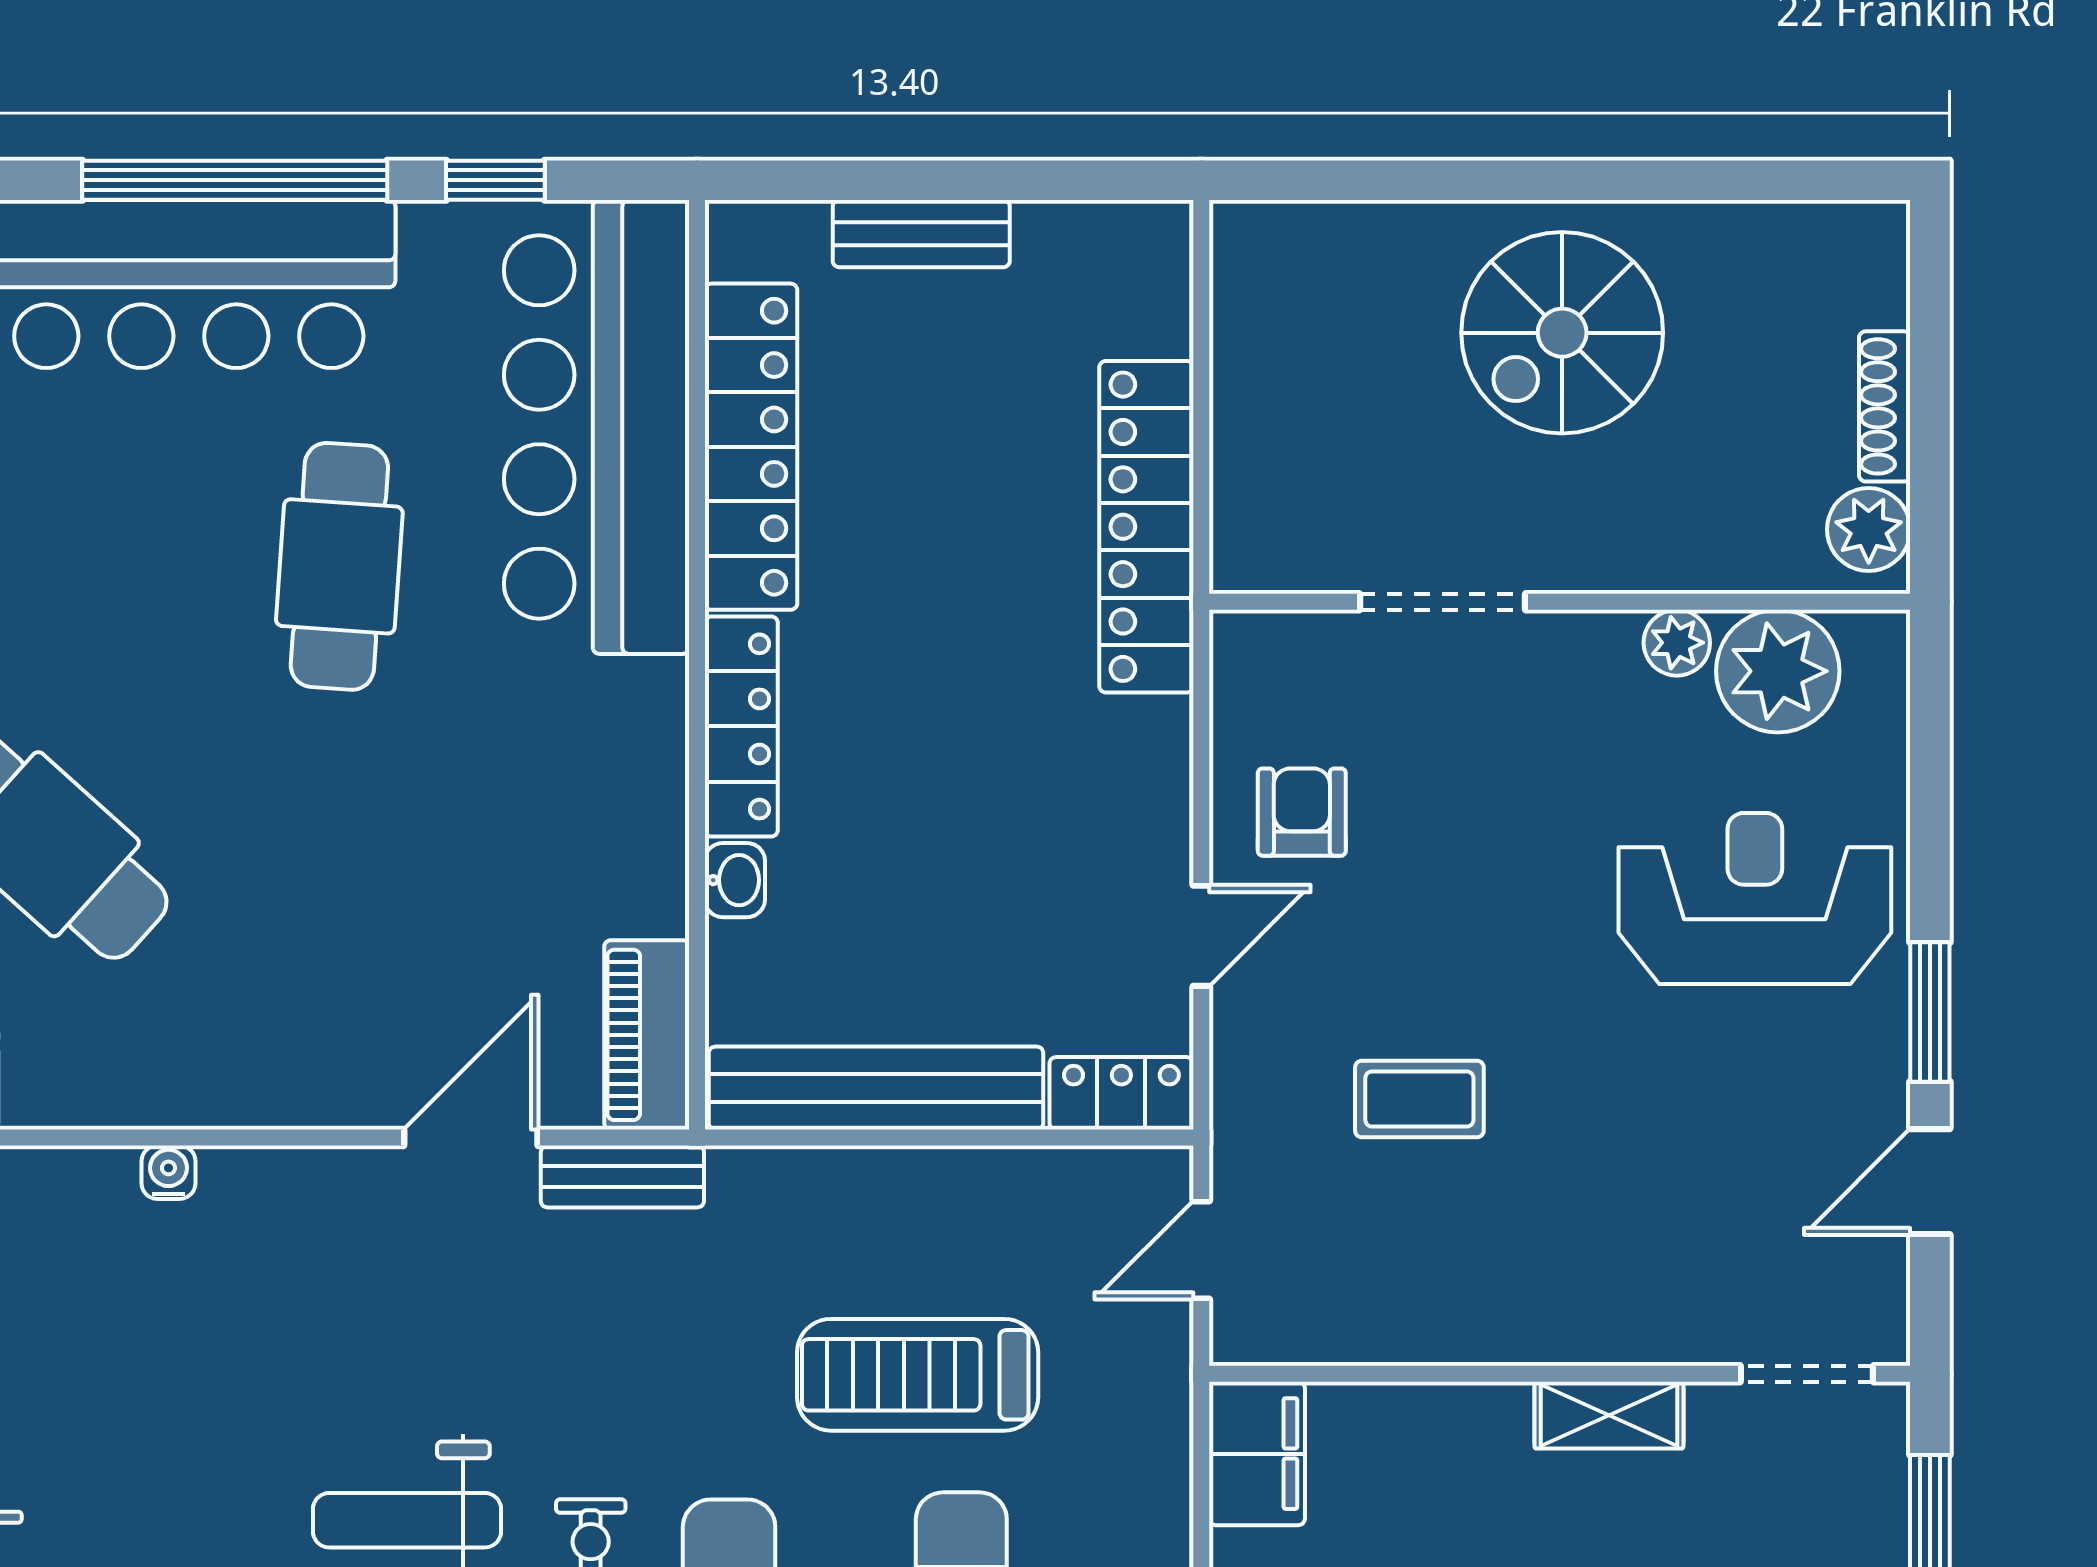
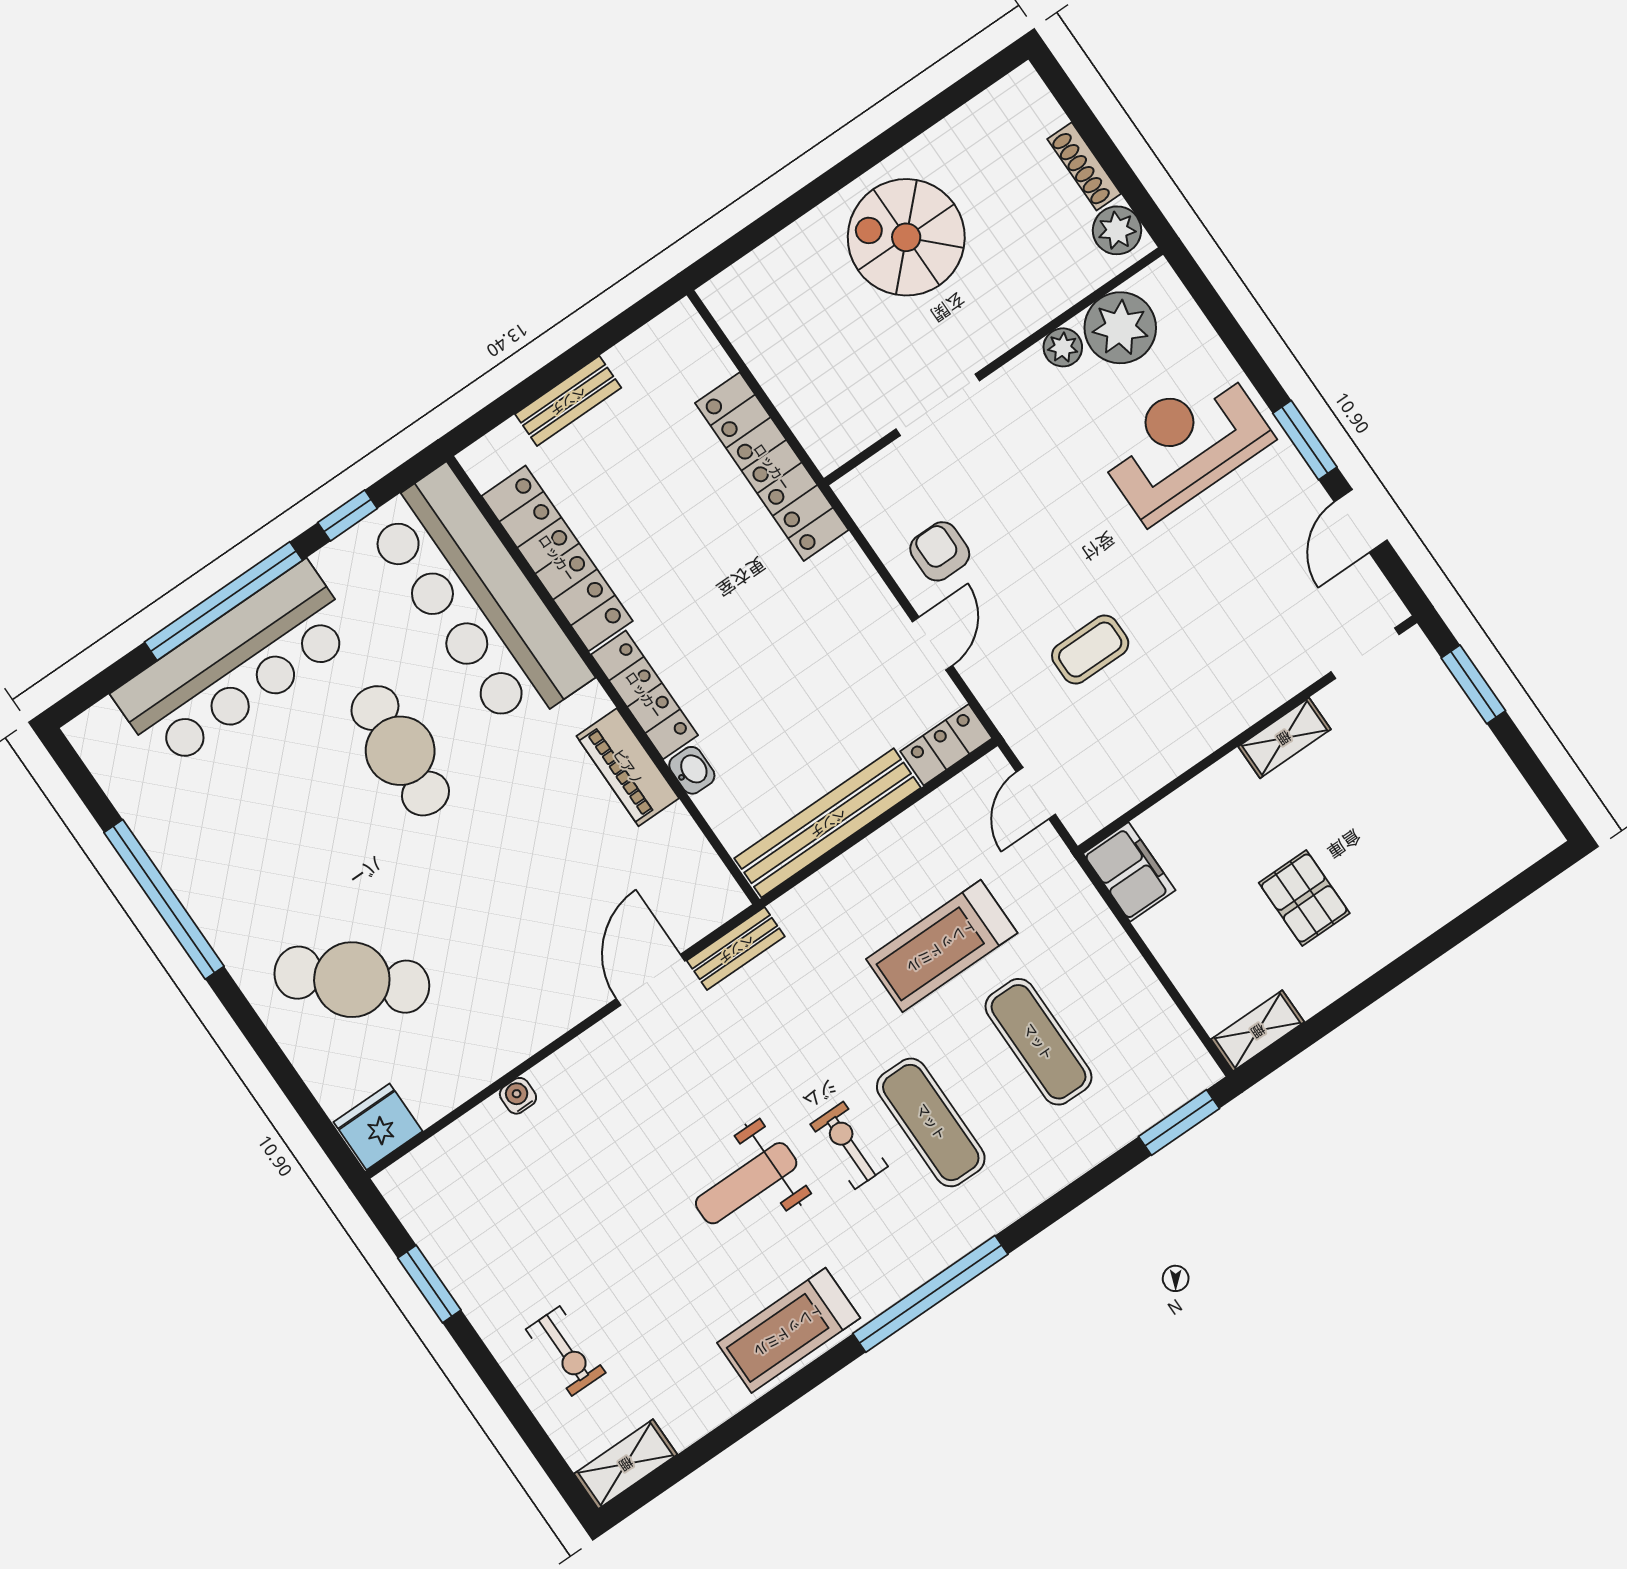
spiral stairs: (1562, 333) -> (906, 237), turned 90
piano: (647, 1035) -> (628, 767), moved

